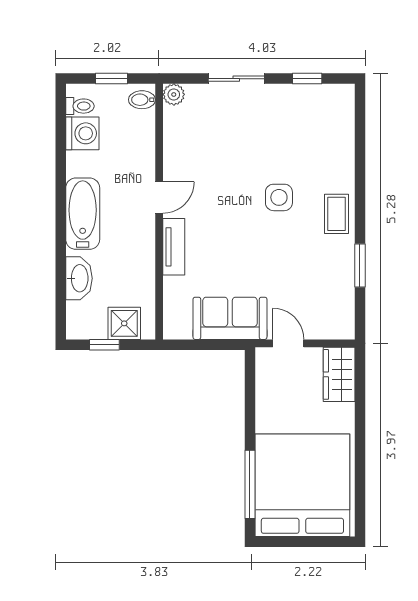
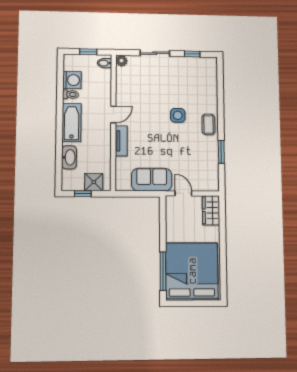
toilet: (80, 106) -> (70, 94), moved

